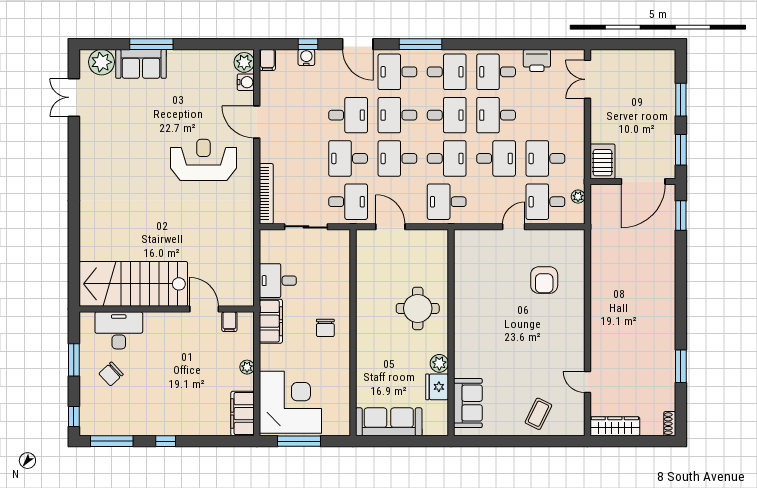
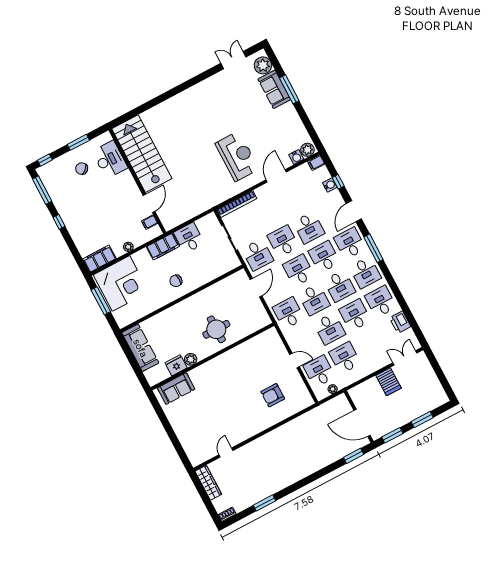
server rack: (602, 161) -> (388, 382), moved, turned 90
coffee table: (538, 414) -> (192, 434), removed

